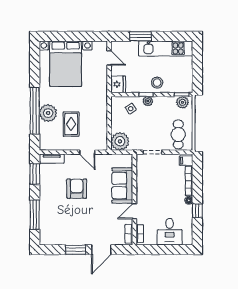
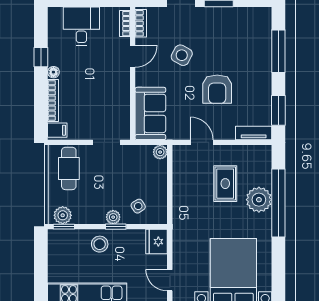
plant: (120, 141) -> (160, 152), width x0.53, depth x0.53
sofa: (122, 185) -> (150, 113), moved
side table: (101, 212) -> (182, 55), added

